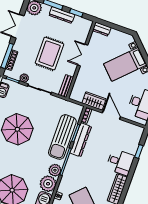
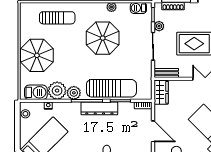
wardrobe: (94, 101) -> (161, 92), moved
door: (111, 115) -> (153, 131), hinge flipped
sun lounger: (62, 137) -> (111, 88), turned 180
dresser: (81, 140) -> (99, 108), moved

